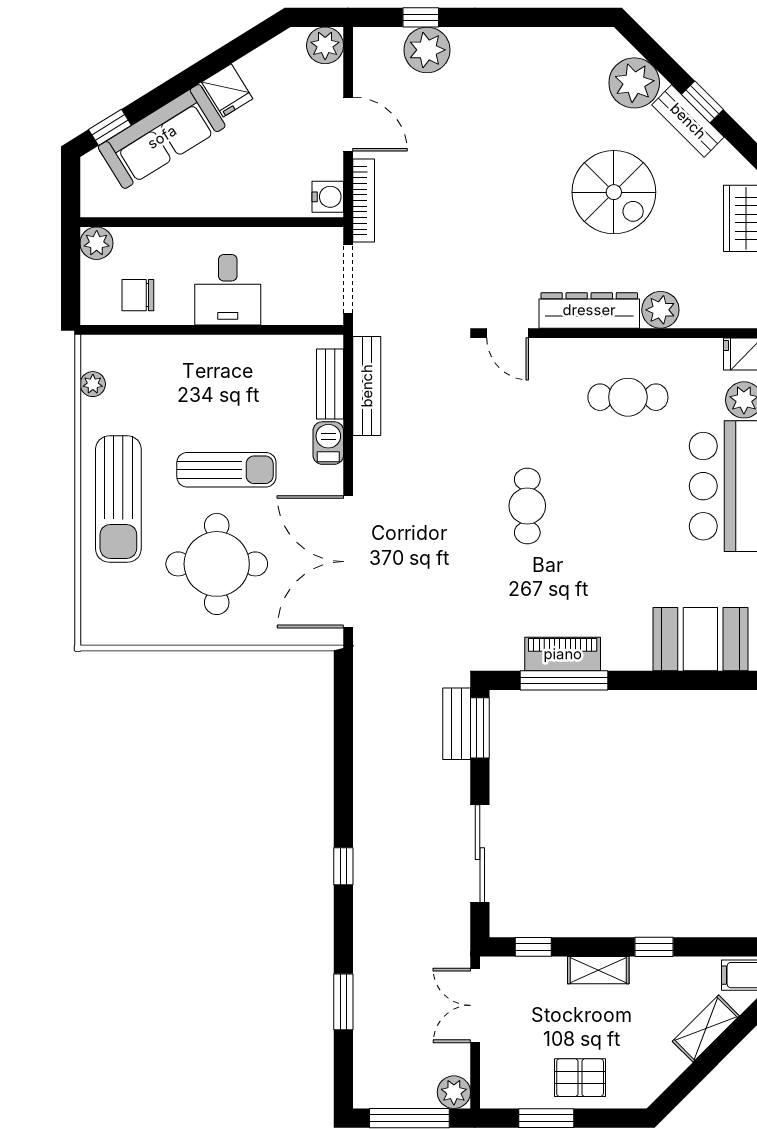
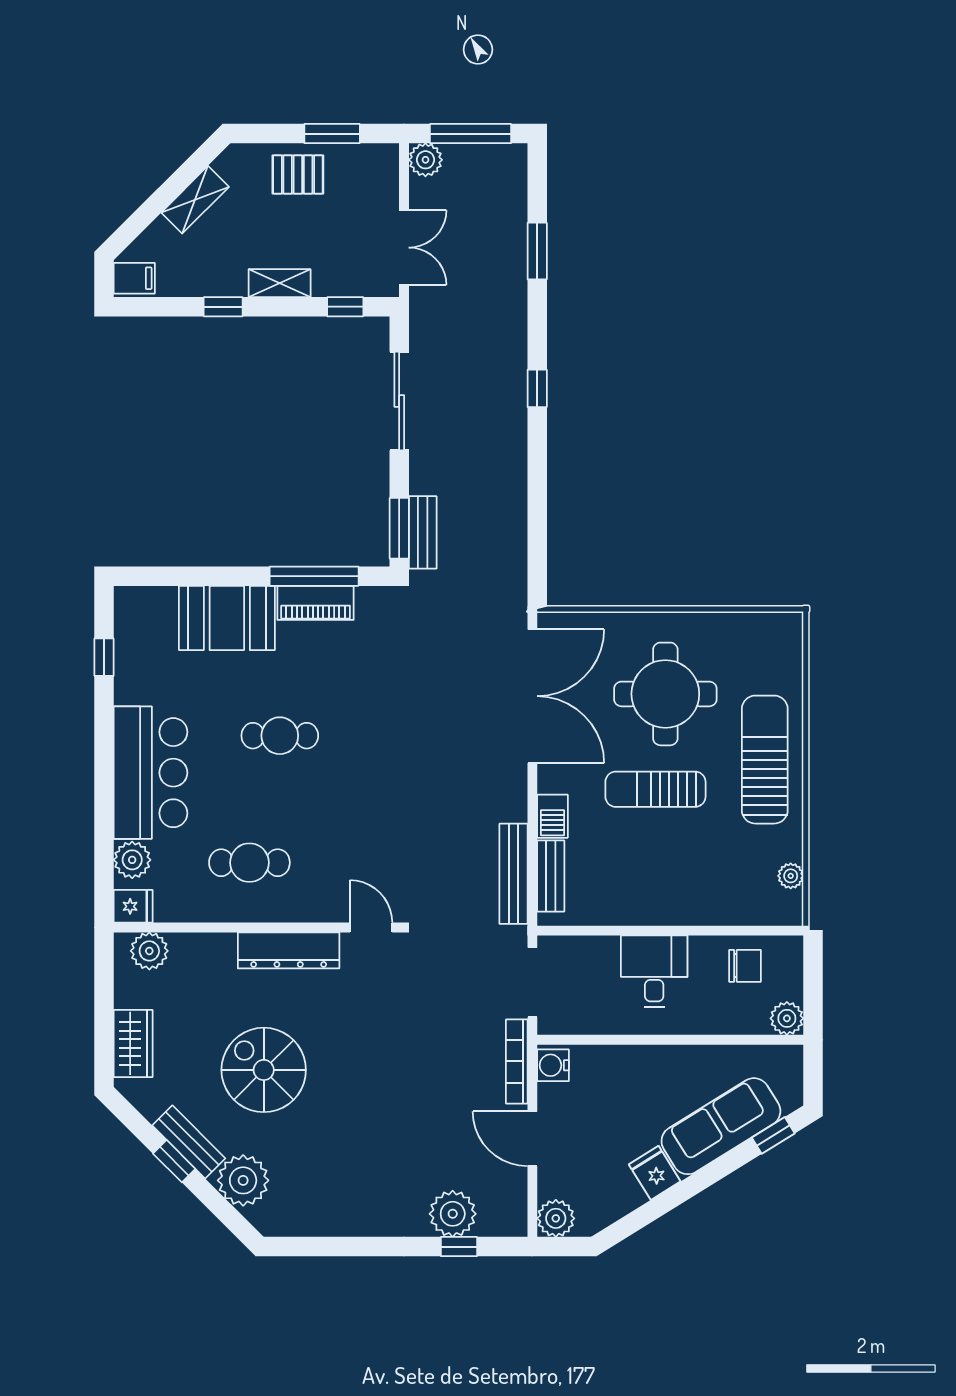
plant: (660, 310) -> (149, 951), moved
cafe table: (527, 506) -> (280, 736), moved, turned 90
booth: (700, 639) -> (227, 618), moved
shelving: (706, 1029) -> (195, 200), moved

